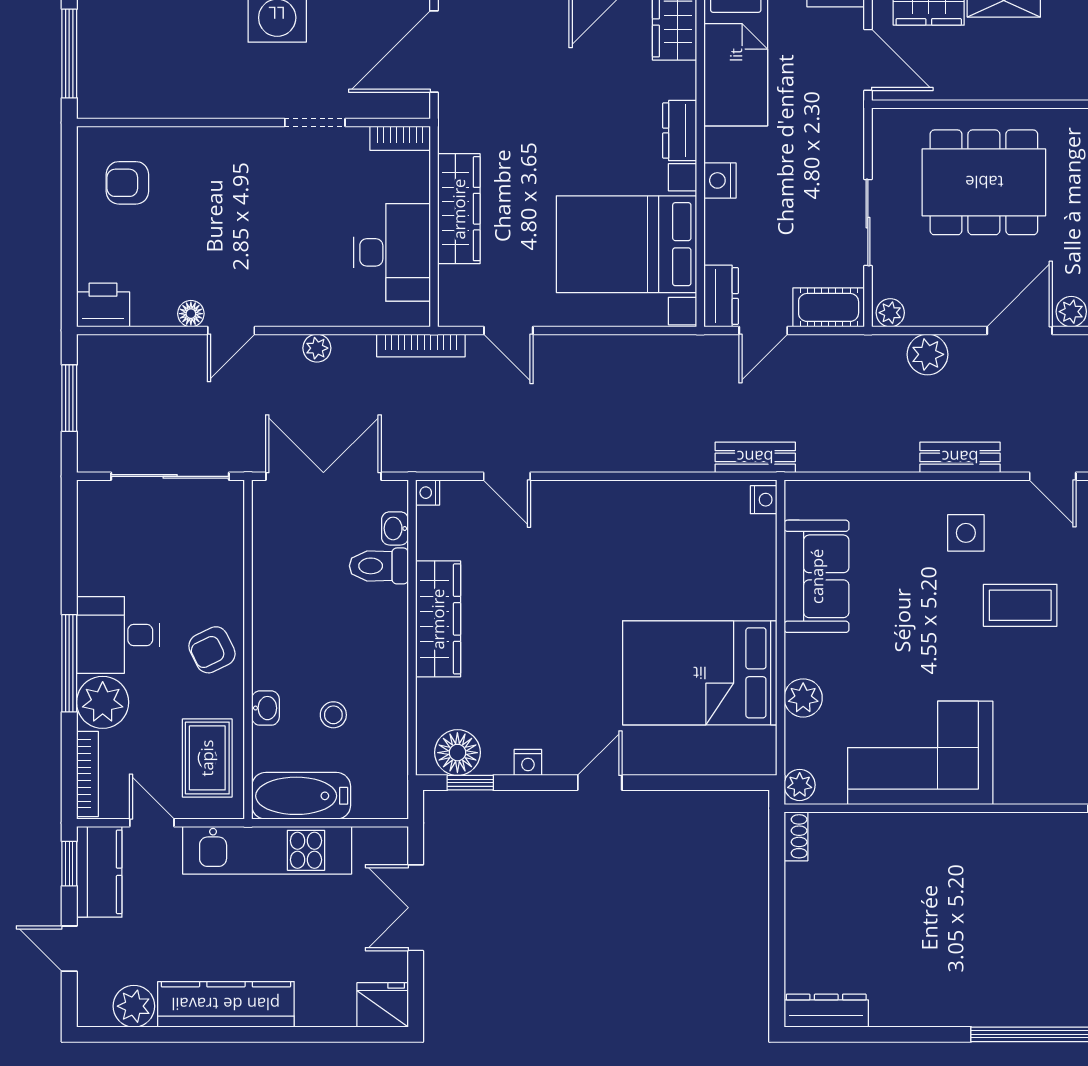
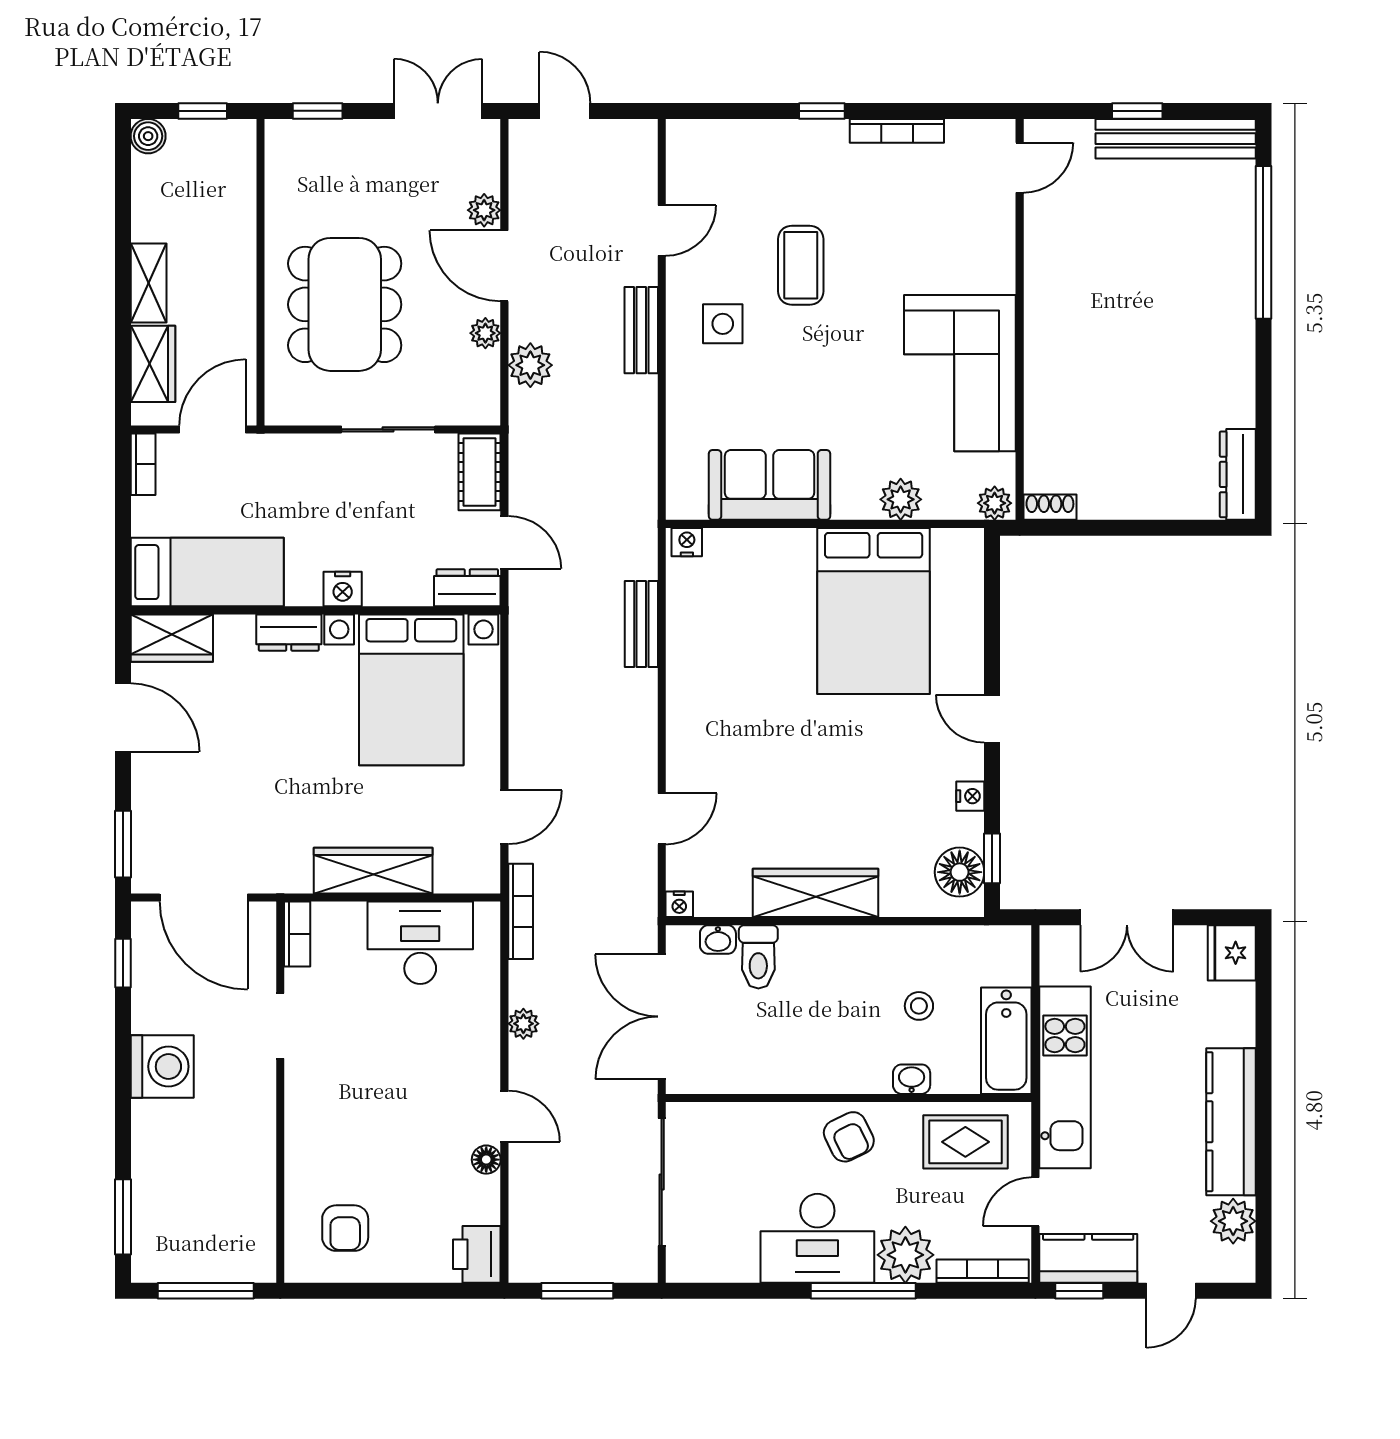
plant: (890, 313) -> (485, 333), moved
bench: (755, 457) -> (641, 624), moved
desk: (118, 635) -> (817, 1238), width x1.37

